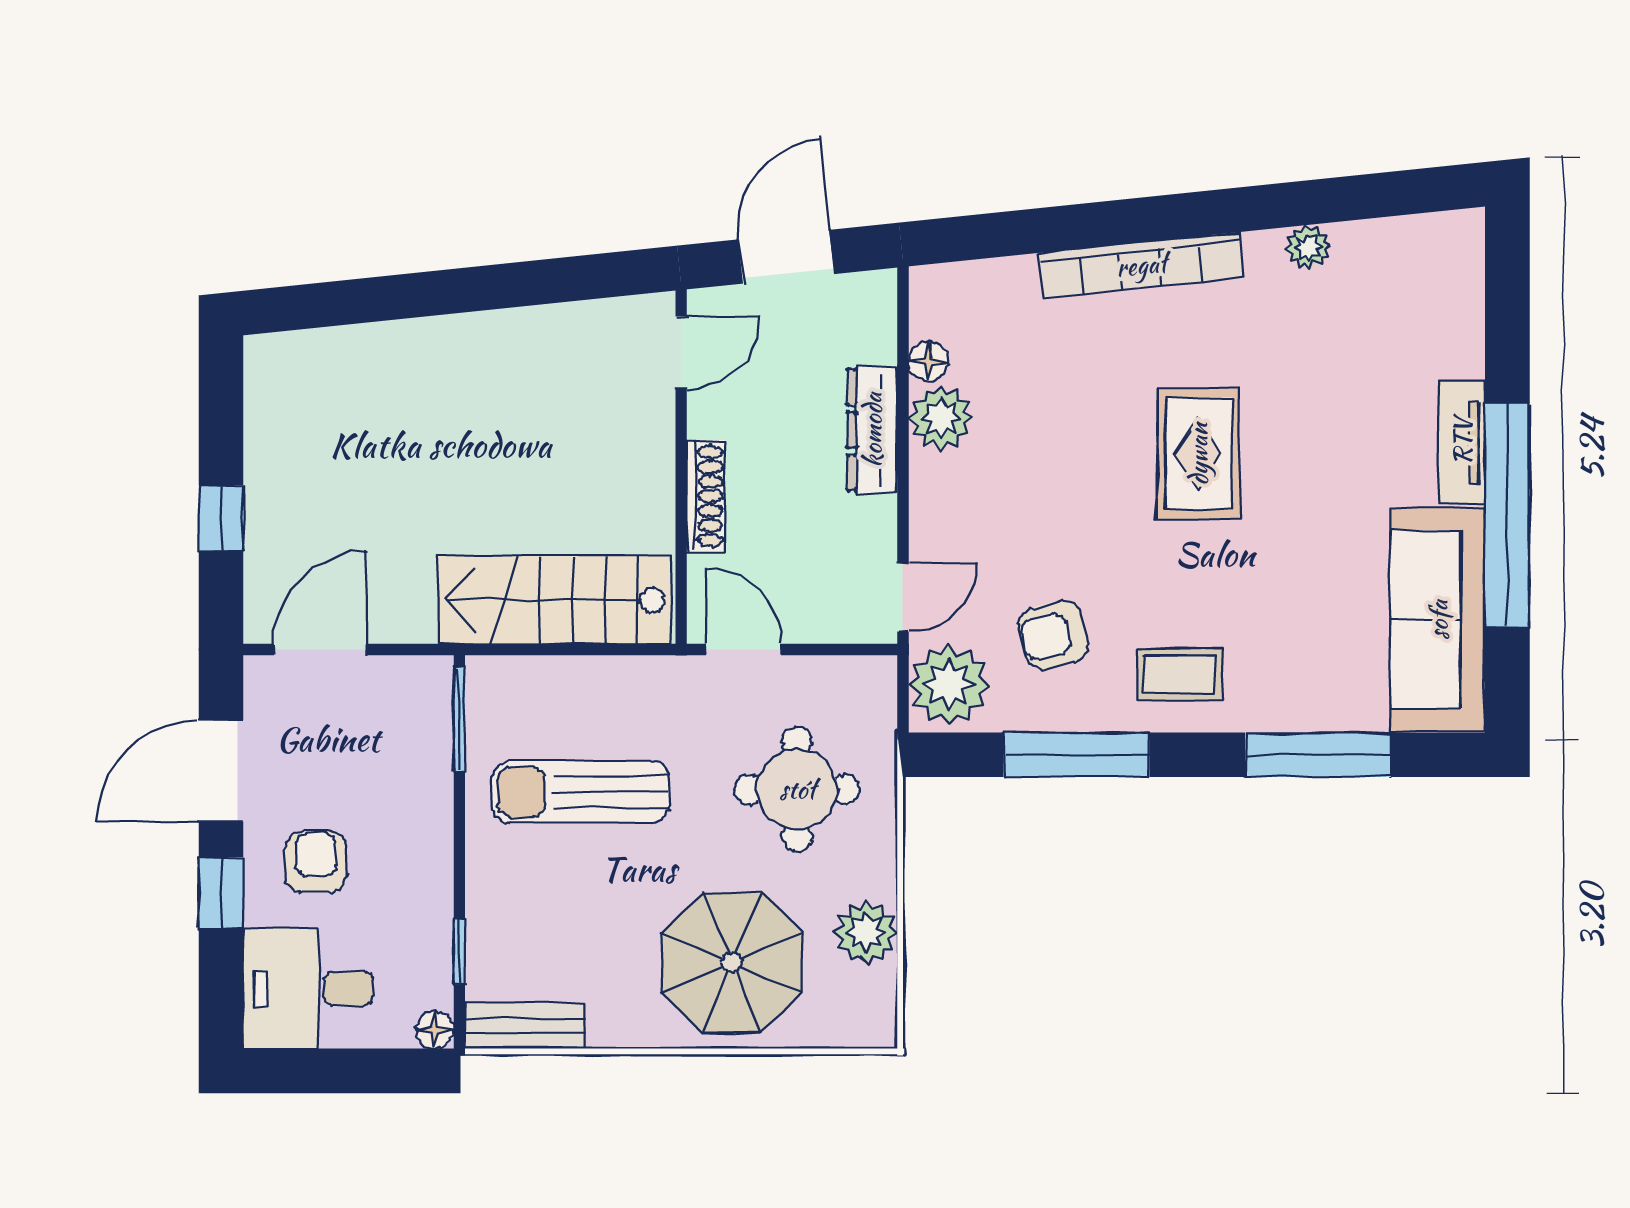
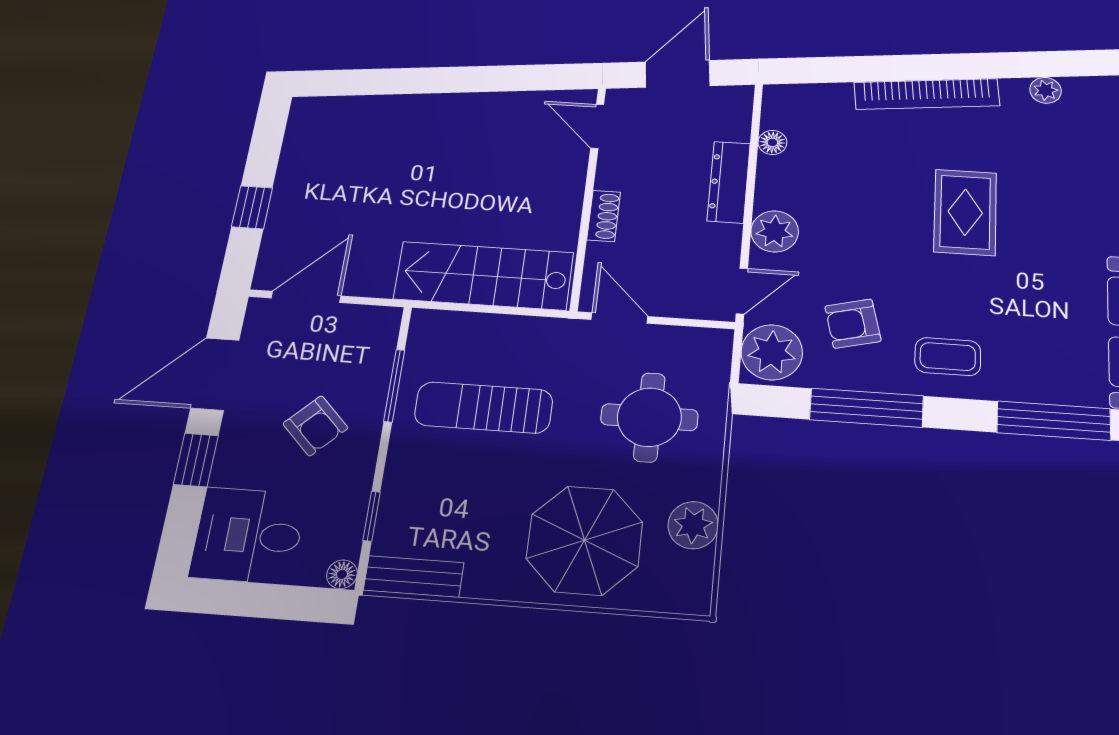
door: (681, 353) -> (597, 126), swing flipped
plant: (941, 418) -> (775, 231), moved
shoe rack: (706, 496) -> (604, 216), width x0.70
window: (459, 719) -> (394, 386), moved
armchair: (316, 862) -> (315, 426), moved, turned 135

